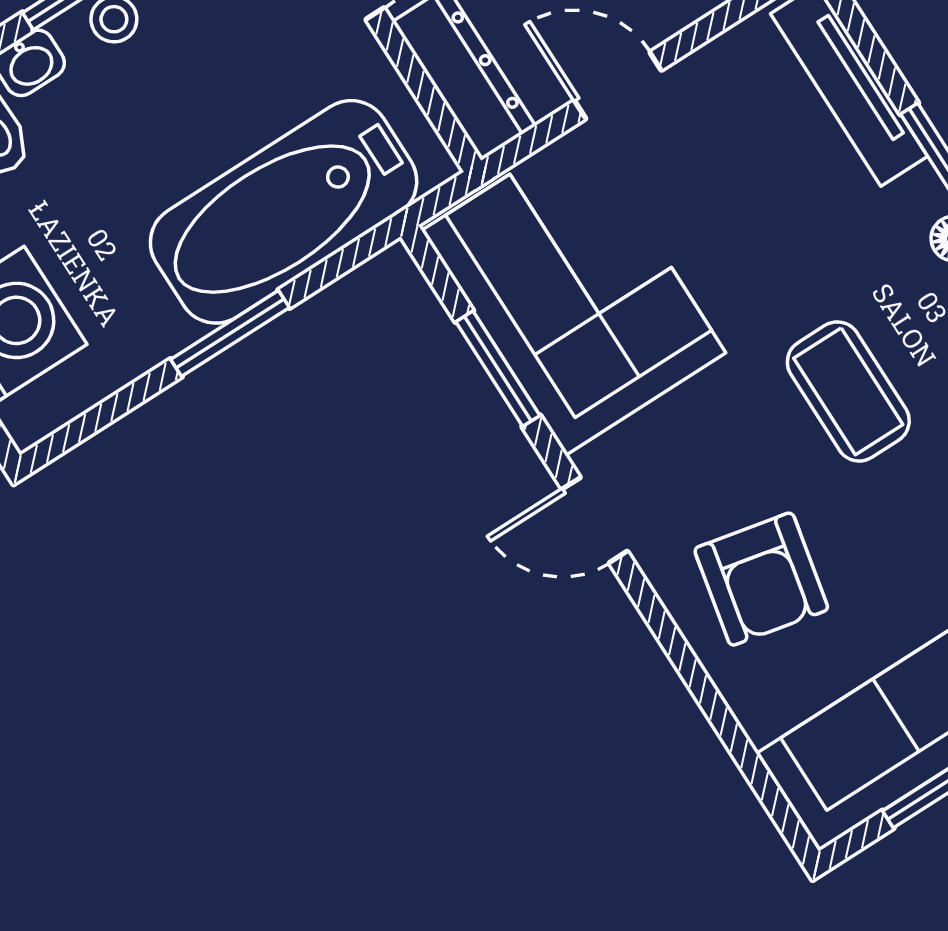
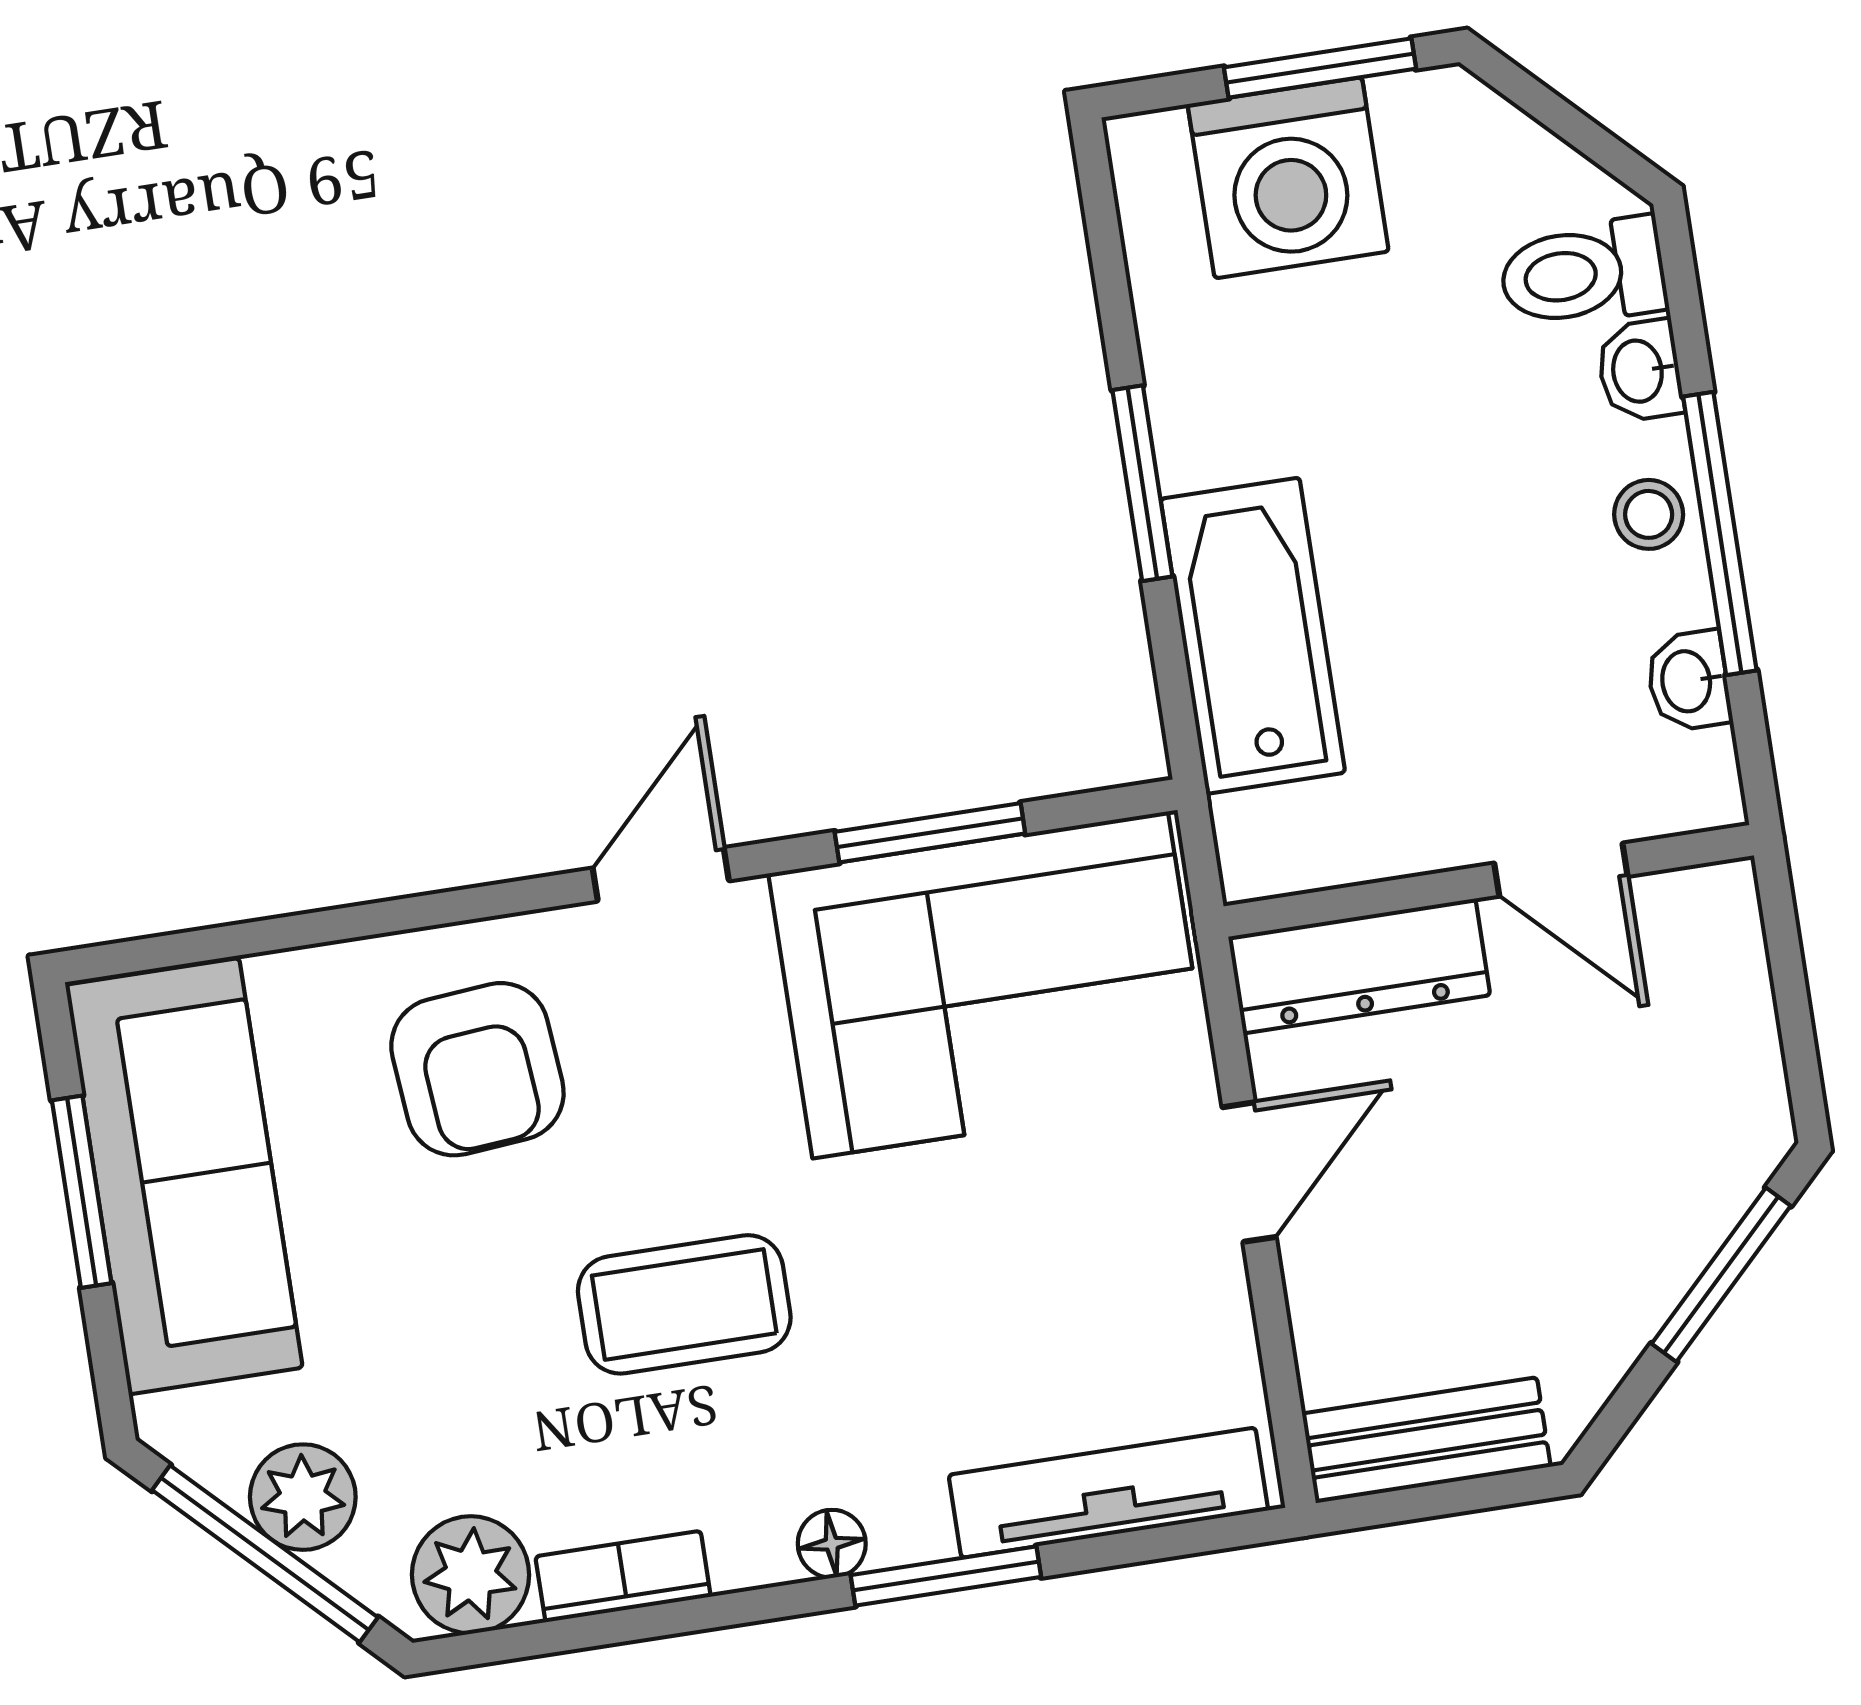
bathtub: (284, 212) -> (1253, 636), width x0.73, depth x0.73
armchair: (761, 579) -> (477, 1069), turned -107

